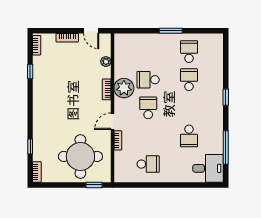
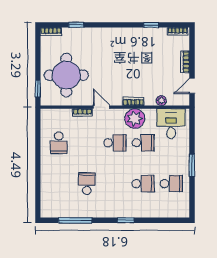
school desk: (148, 80) -> (143, 143), turned 90
school desk: (189, 136) -> (87, 184), turned 90
desk: (208, 168) -> (171, 124), moved, turned 180

